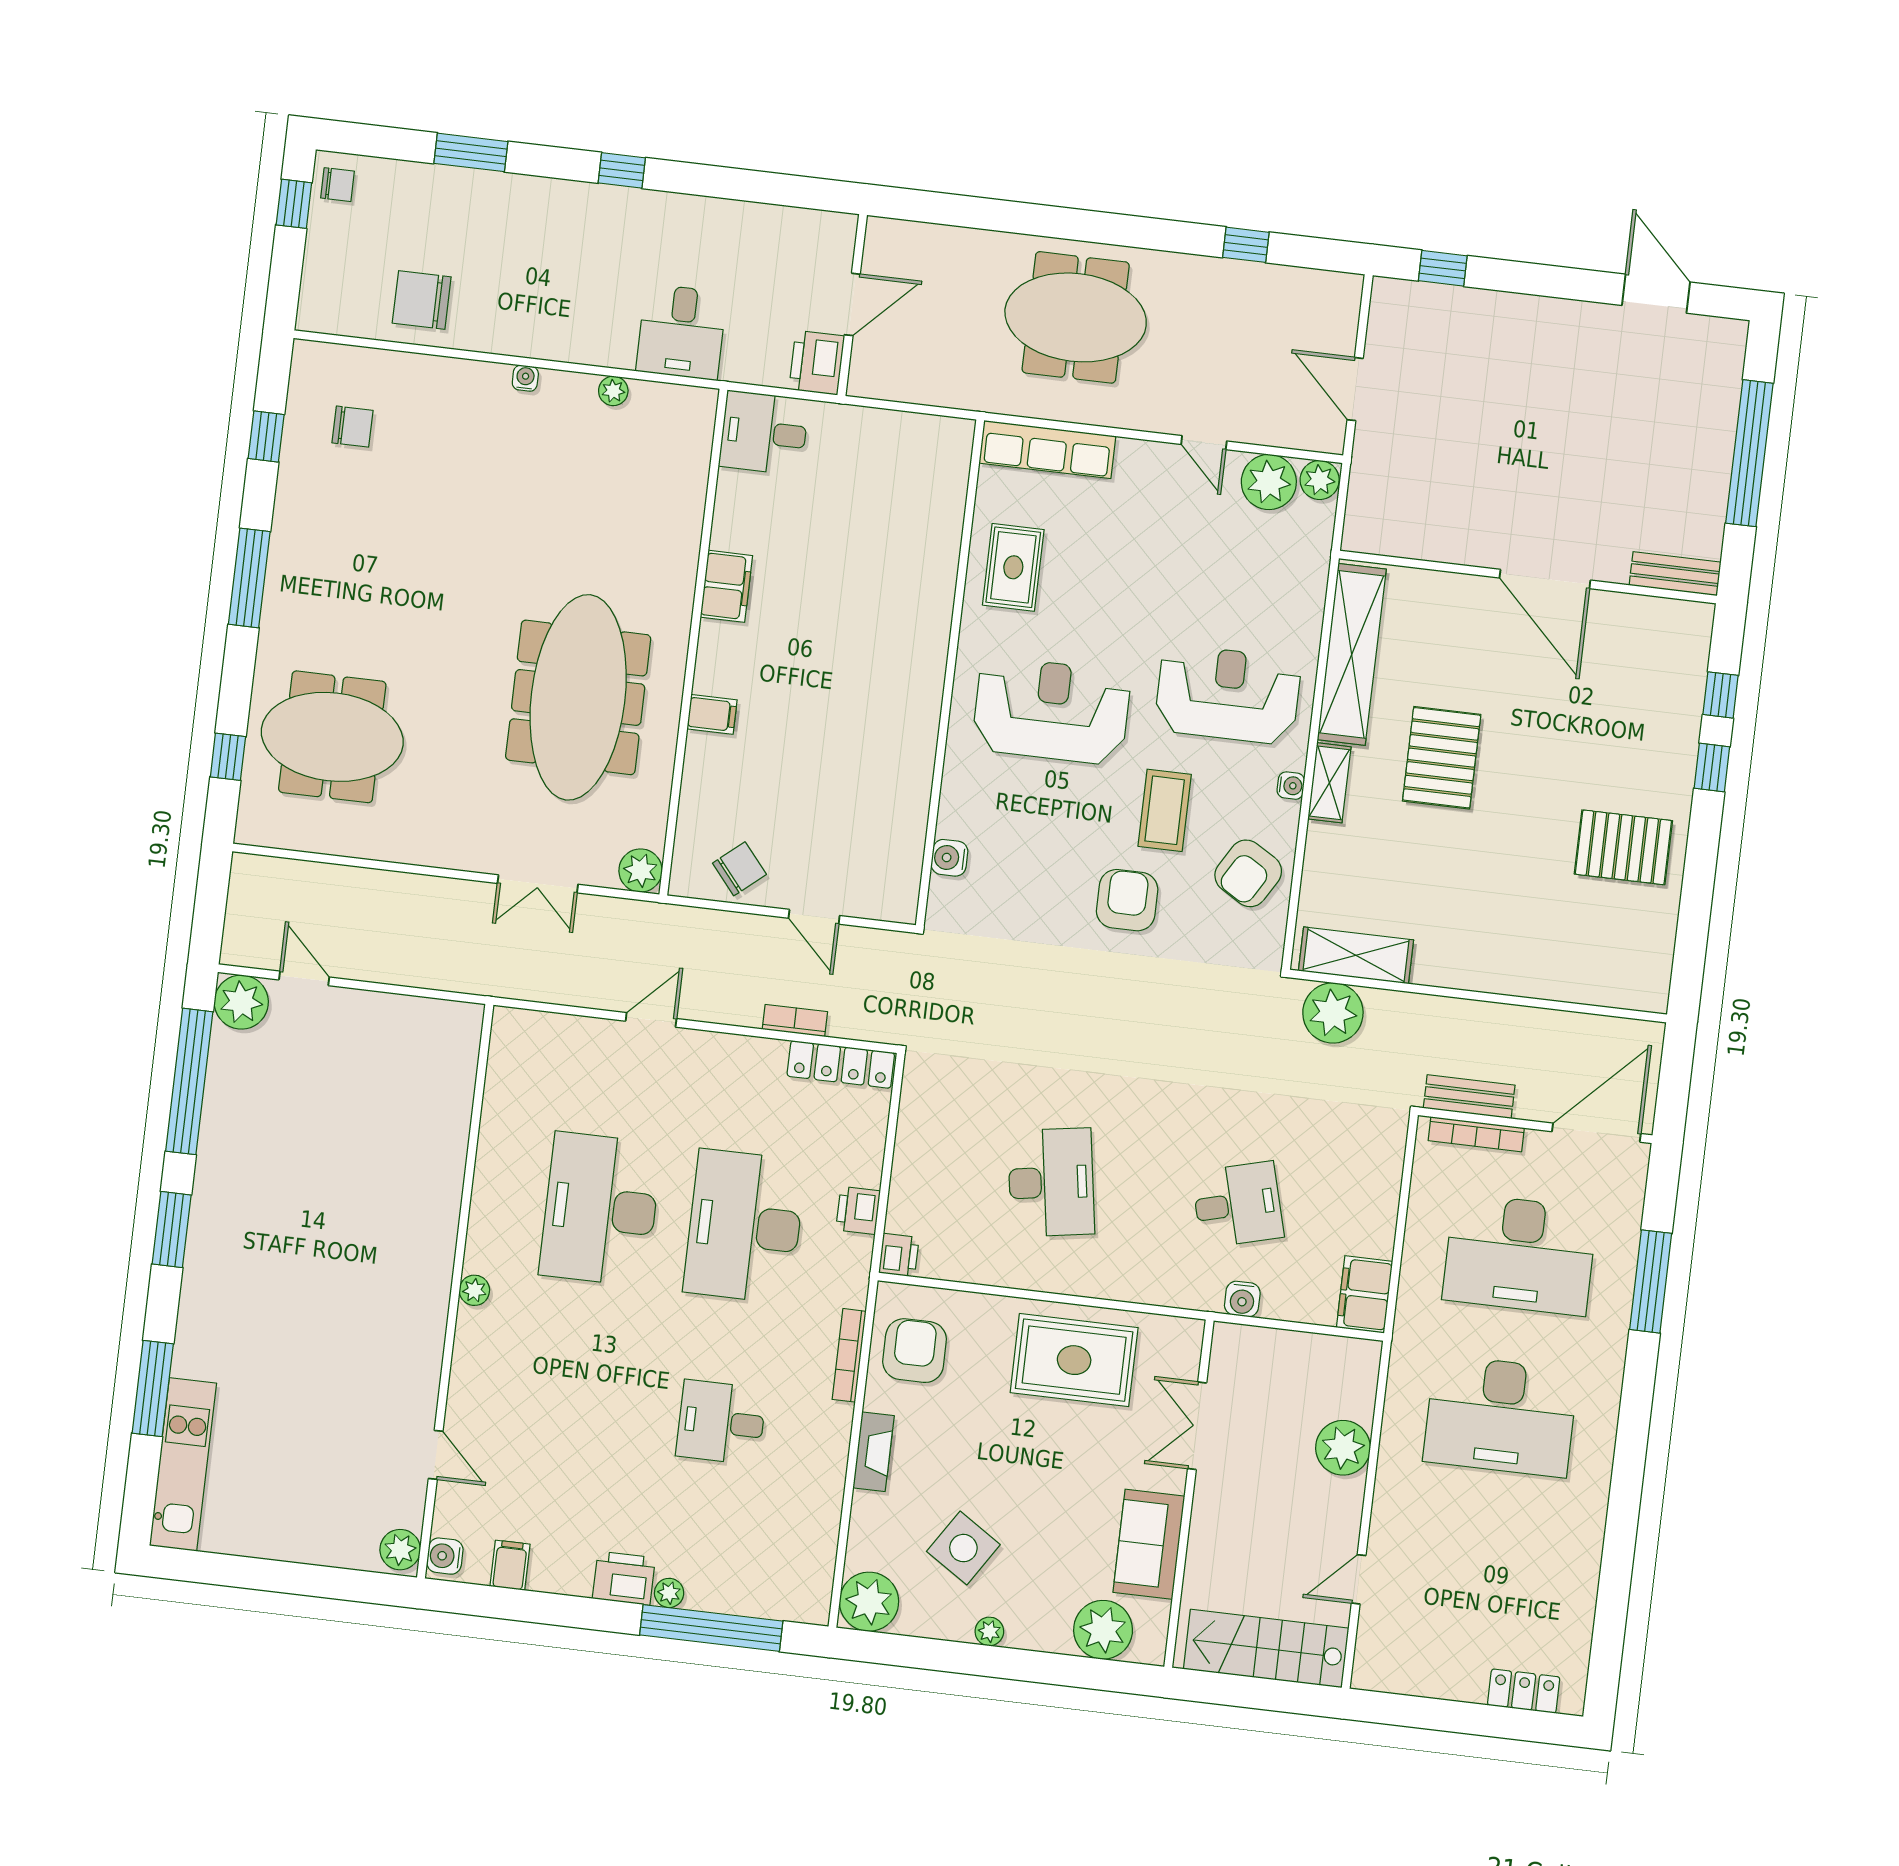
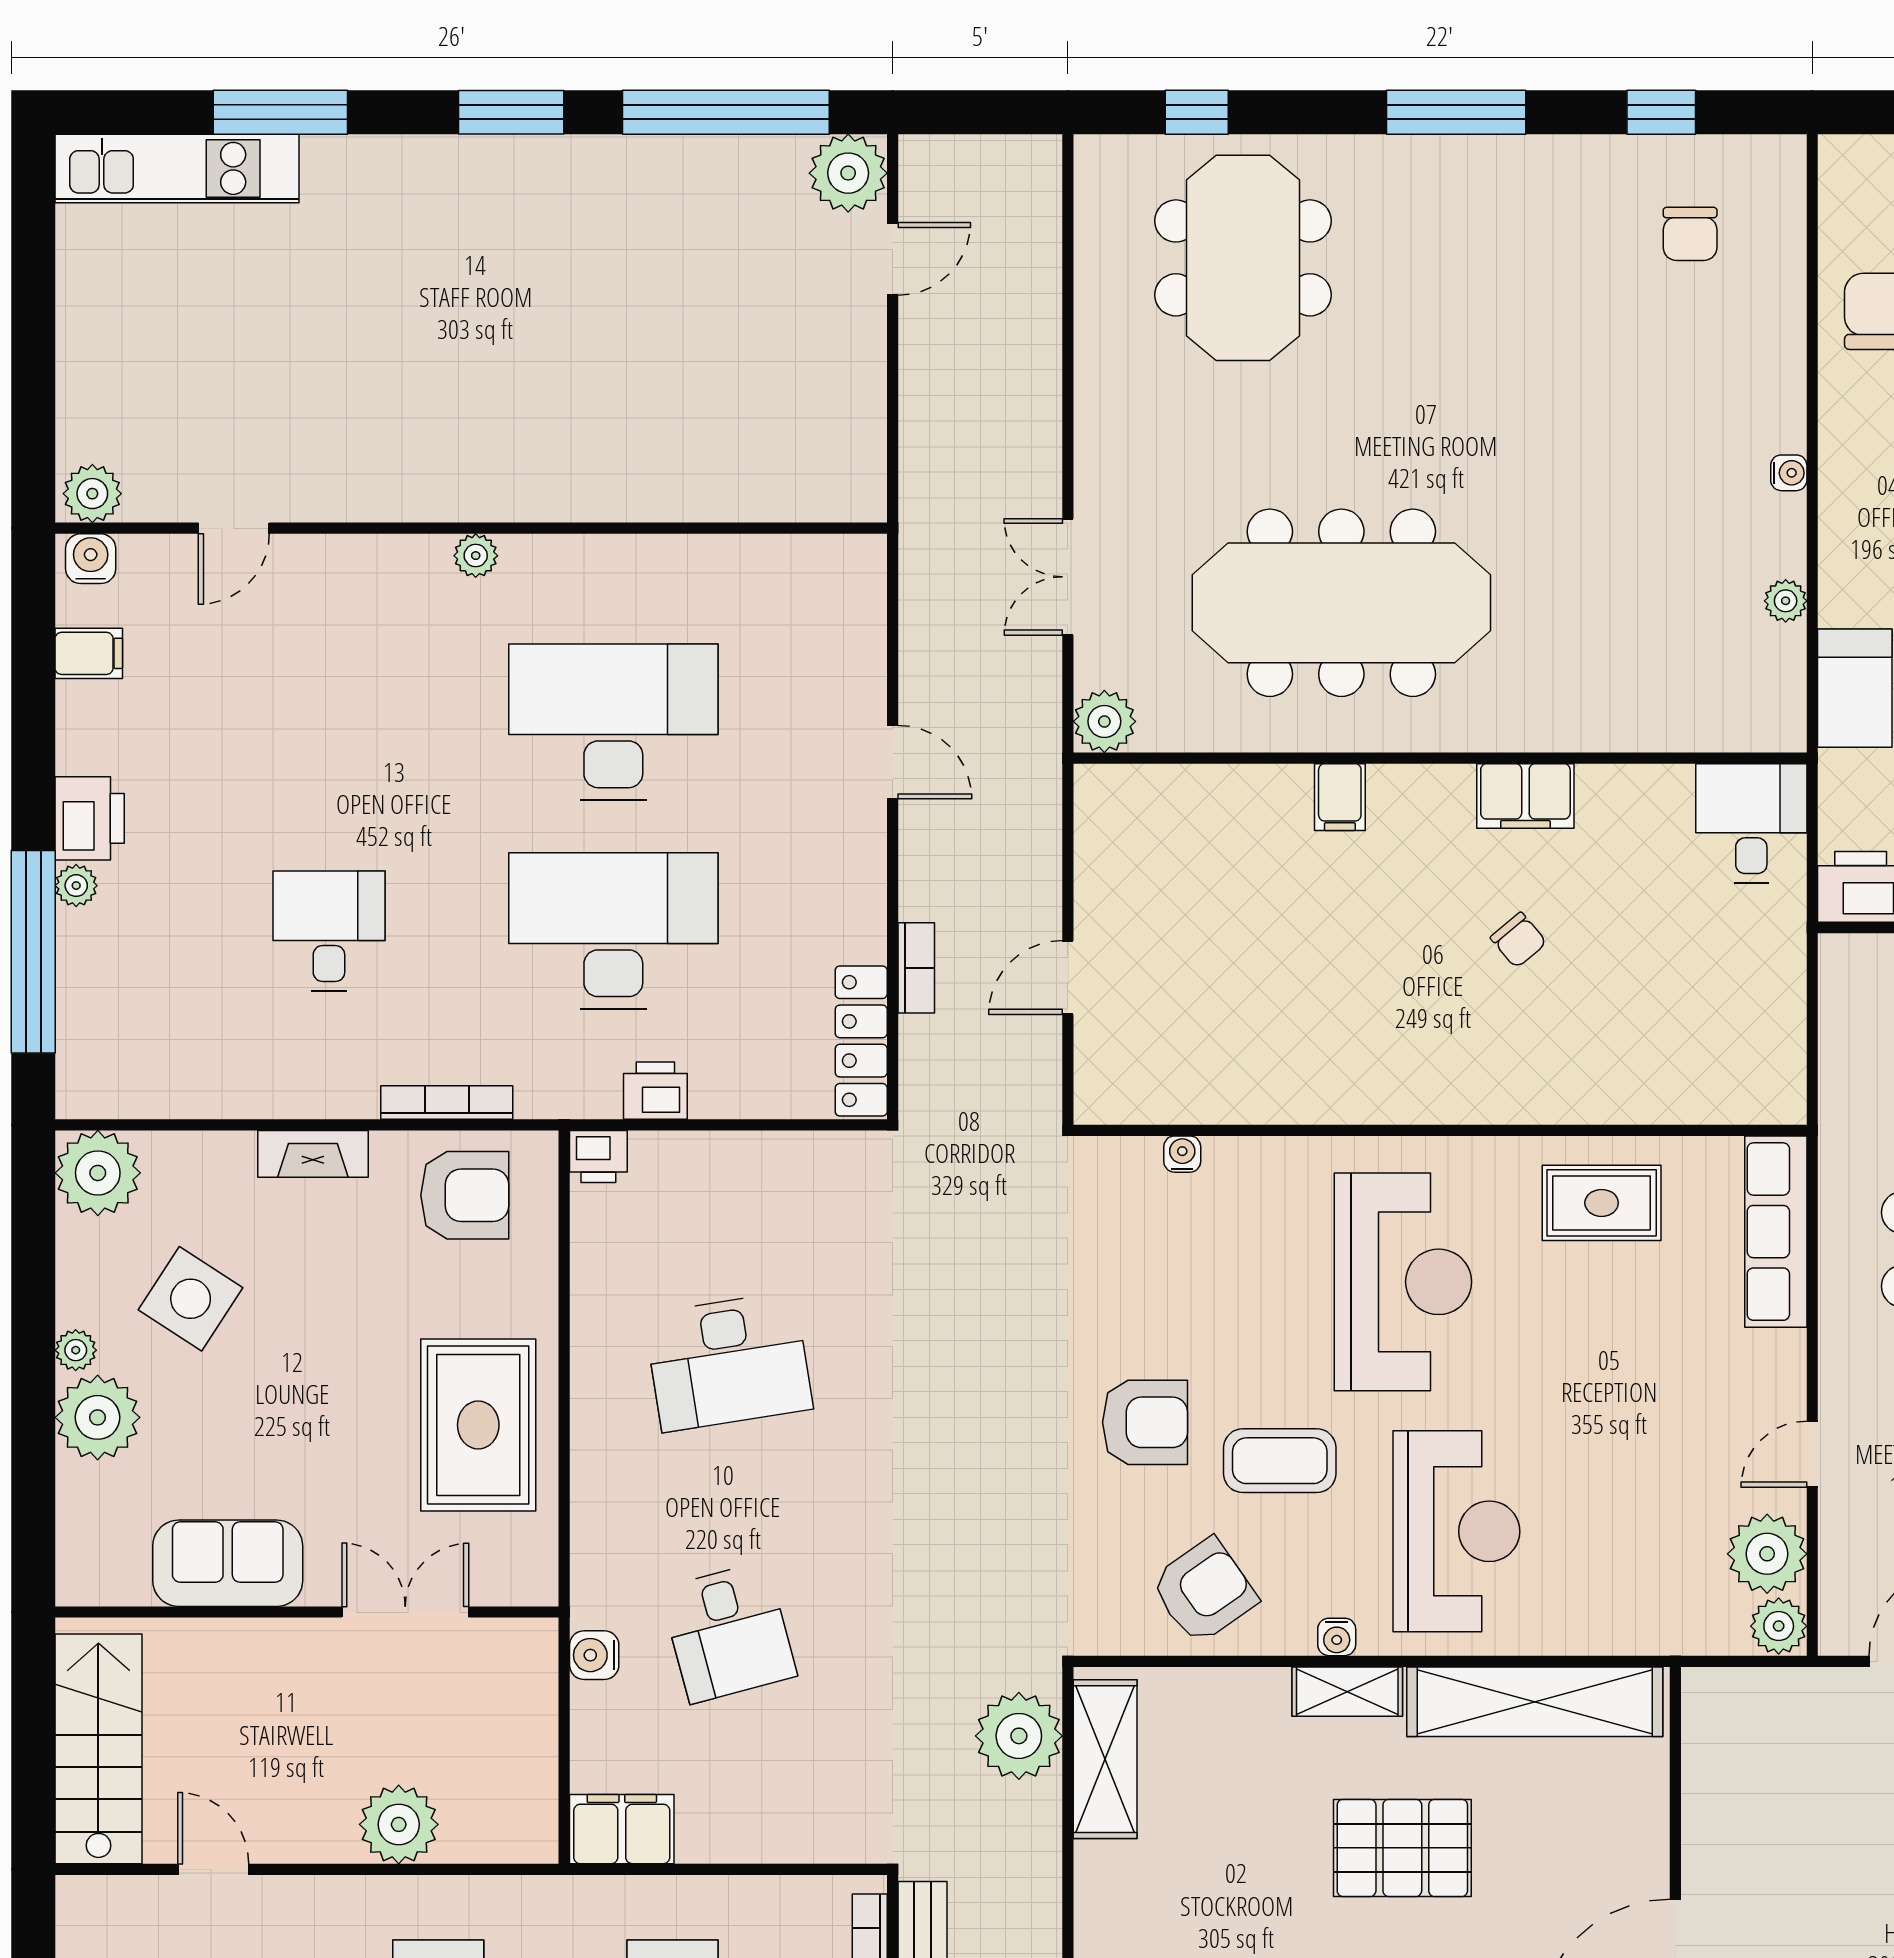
water cooler: (949, 858) -> (1182, 1154), width x0.72, depth x0.72
chair: (739, 869) -> (1518, 940), moved, width x0.73, depth x0.73
armchair: (1248, 873) -> (1204, 1591), turned 114
plant: (1103, 1630) -> (98, 1417), moved

